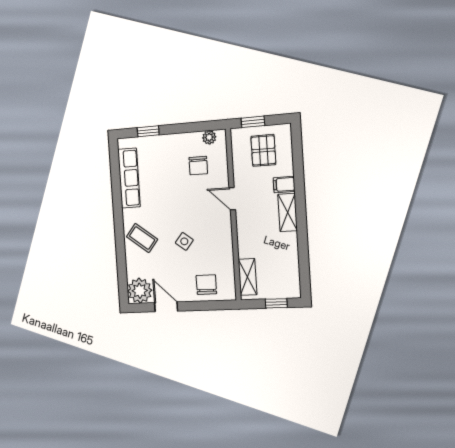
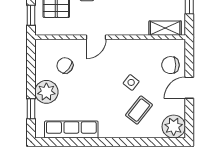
plant: (209, 137) -> (46, 92), moved, width x1.87, depth x1.87
chair: (198, 166) -> (65, 65), turned -142
coffee table: (142, 238) -> (139, 110), moved
door: (166, 307) -> (189, 88), moved

